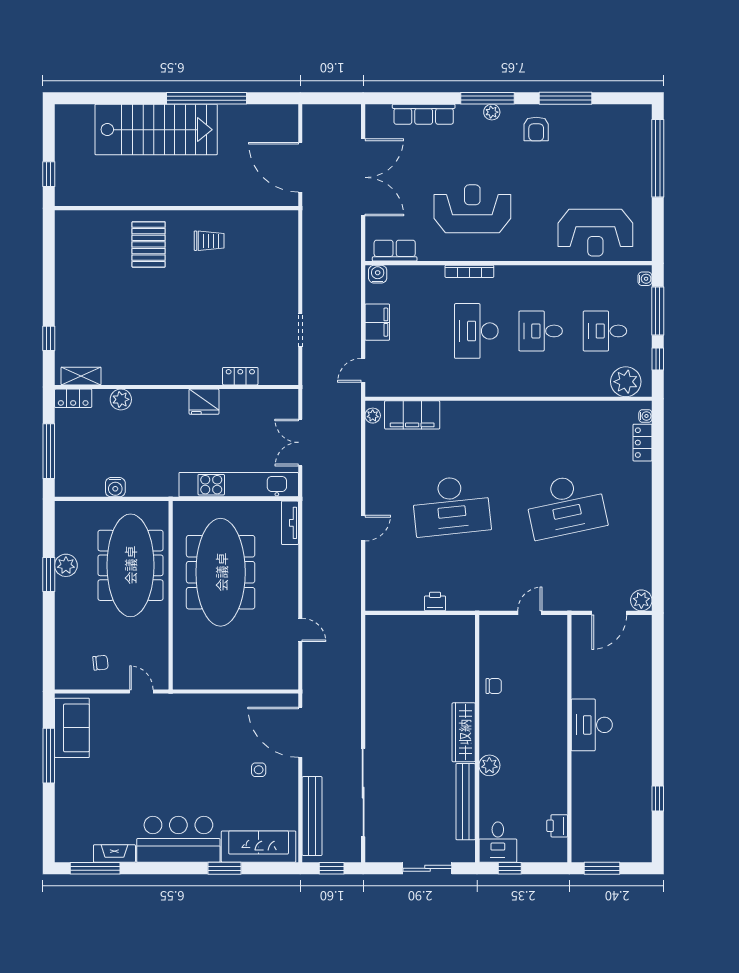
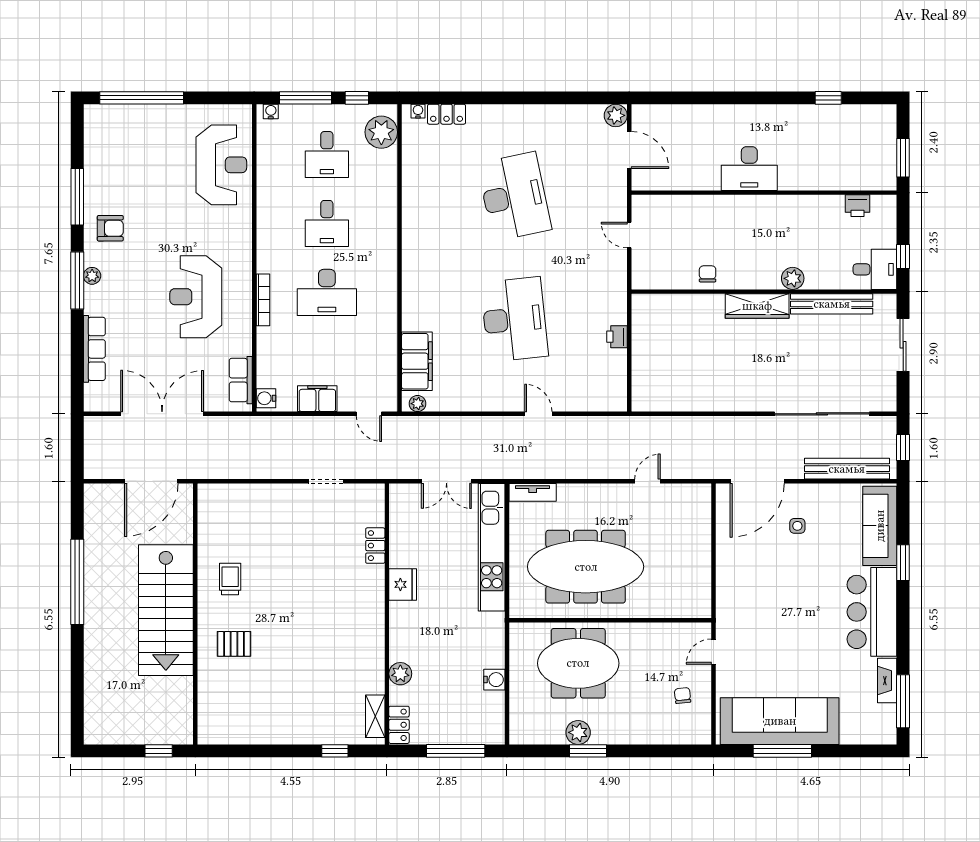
stairs: (156, 130) -> (166, 610), moved, turned 180
pallet: (149, 244) -> (234, 644), width x0.67, depth x0.71
meeting table: (130, 565) -> (578, 663), width x0.73
sofa: (72, 728) -> (780, 721), width x1.85, depth x1.27

